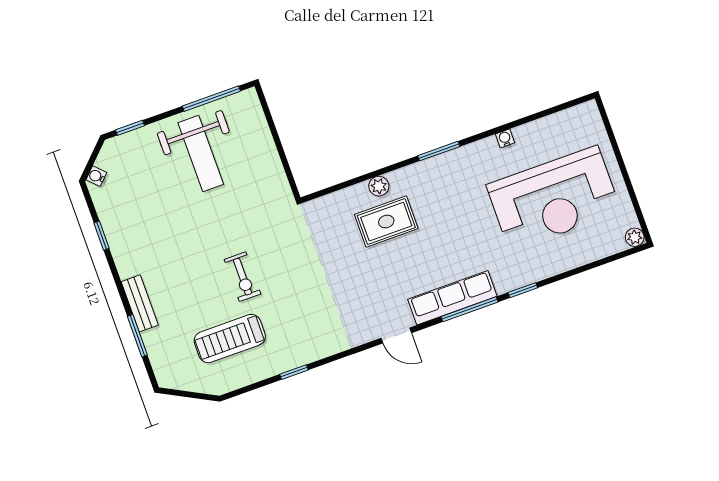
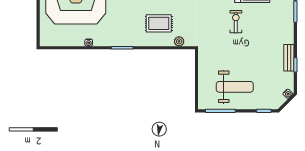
weight bench: (201, 153) -> (235, 87), turned 90
plant: (379, 186) -> (179, 41), moved
bench: (140, 303) -> (289, 58), moved

